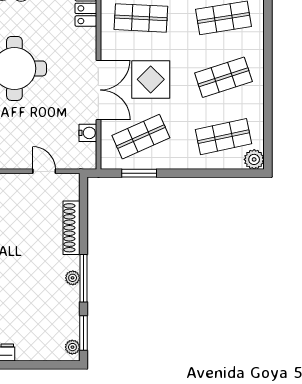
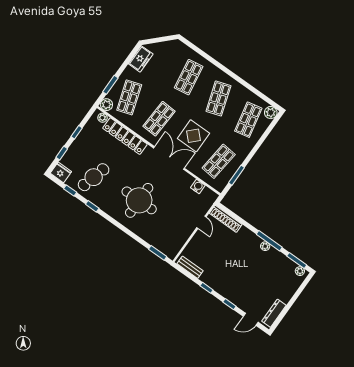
double door: (98, 90) -> (169, 158), moved
shop shelf: (141, 137) -> (219, 161), turned 30
door: (44, 171) -> (201, 222), swing flipped
shoe rack: (72, 228) -> (226, 219), moved

